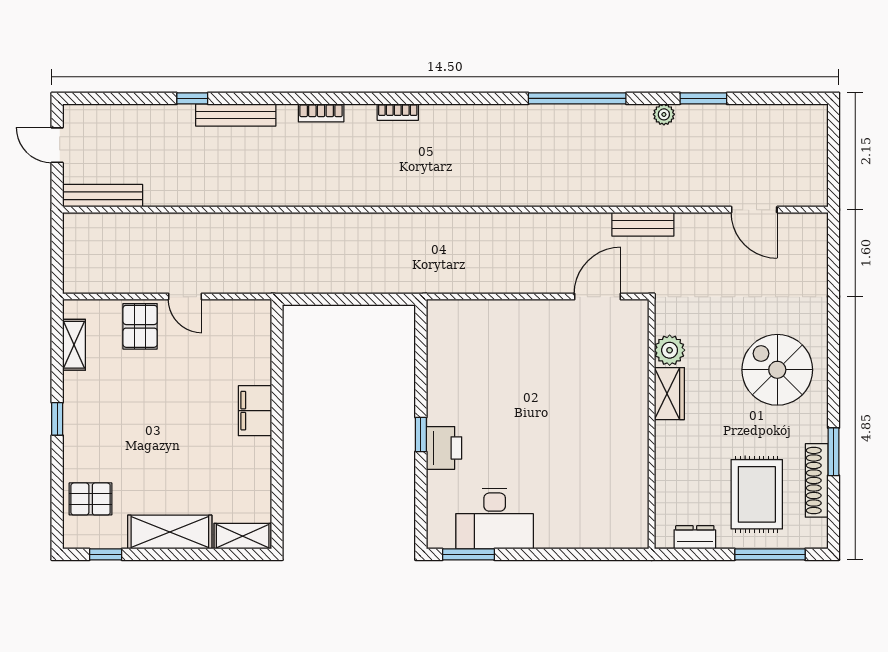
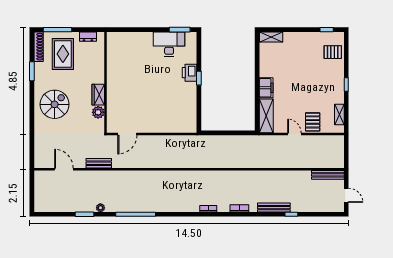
bench: (643, 224) -> (99, 163), moved
spiral stairs: (777, 370) -> (55, 104), turned -90
shoe rack: (817, 480) -> (39, 47), moved
shelving: (170, 532) -> (266, 116), moved, turned 90

